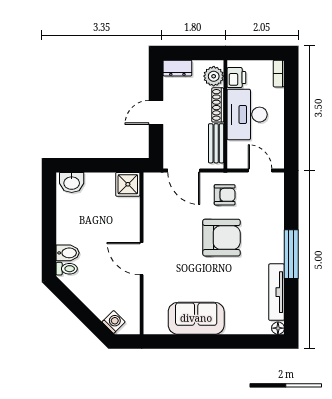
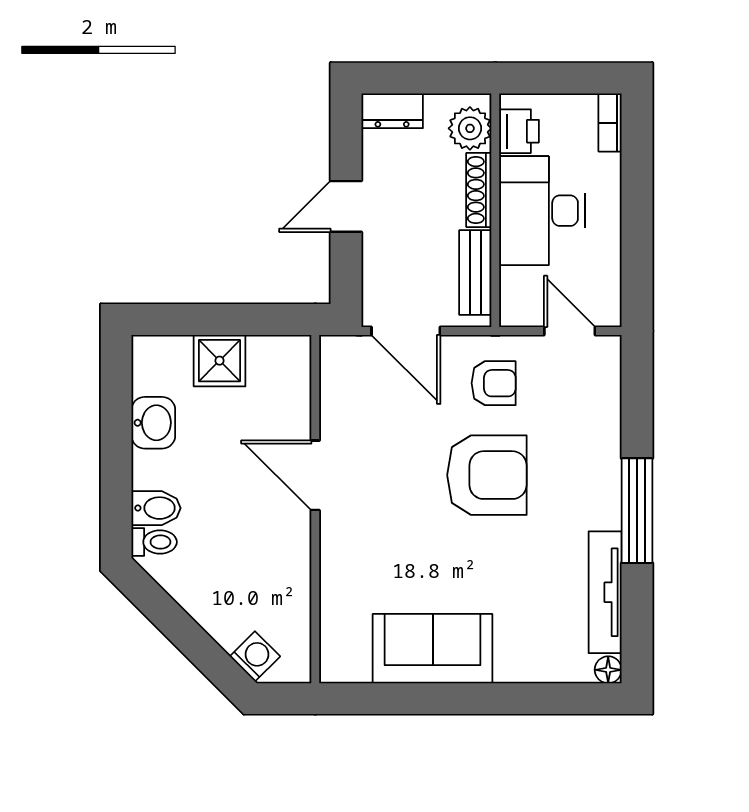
washbasin: (72, 182) -> (153, 423), moved, turned -90
shower: (128, 184) -> (220, 361), moved
door: (142, 259) -> (315, 475), moved

